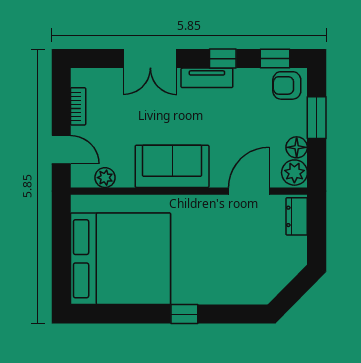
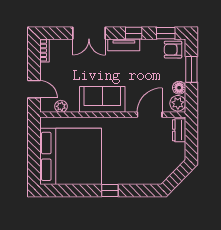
bookcase: (78, 106) -> (44, 50), moved

